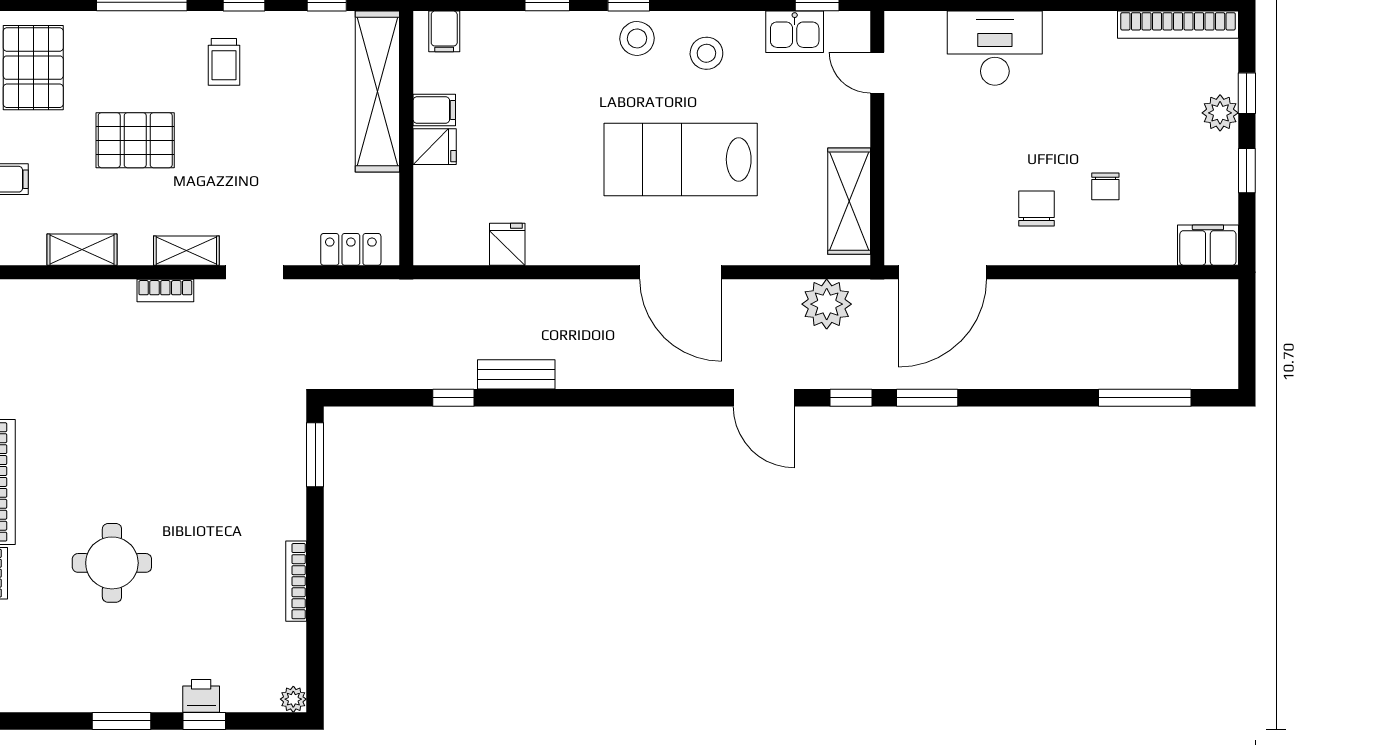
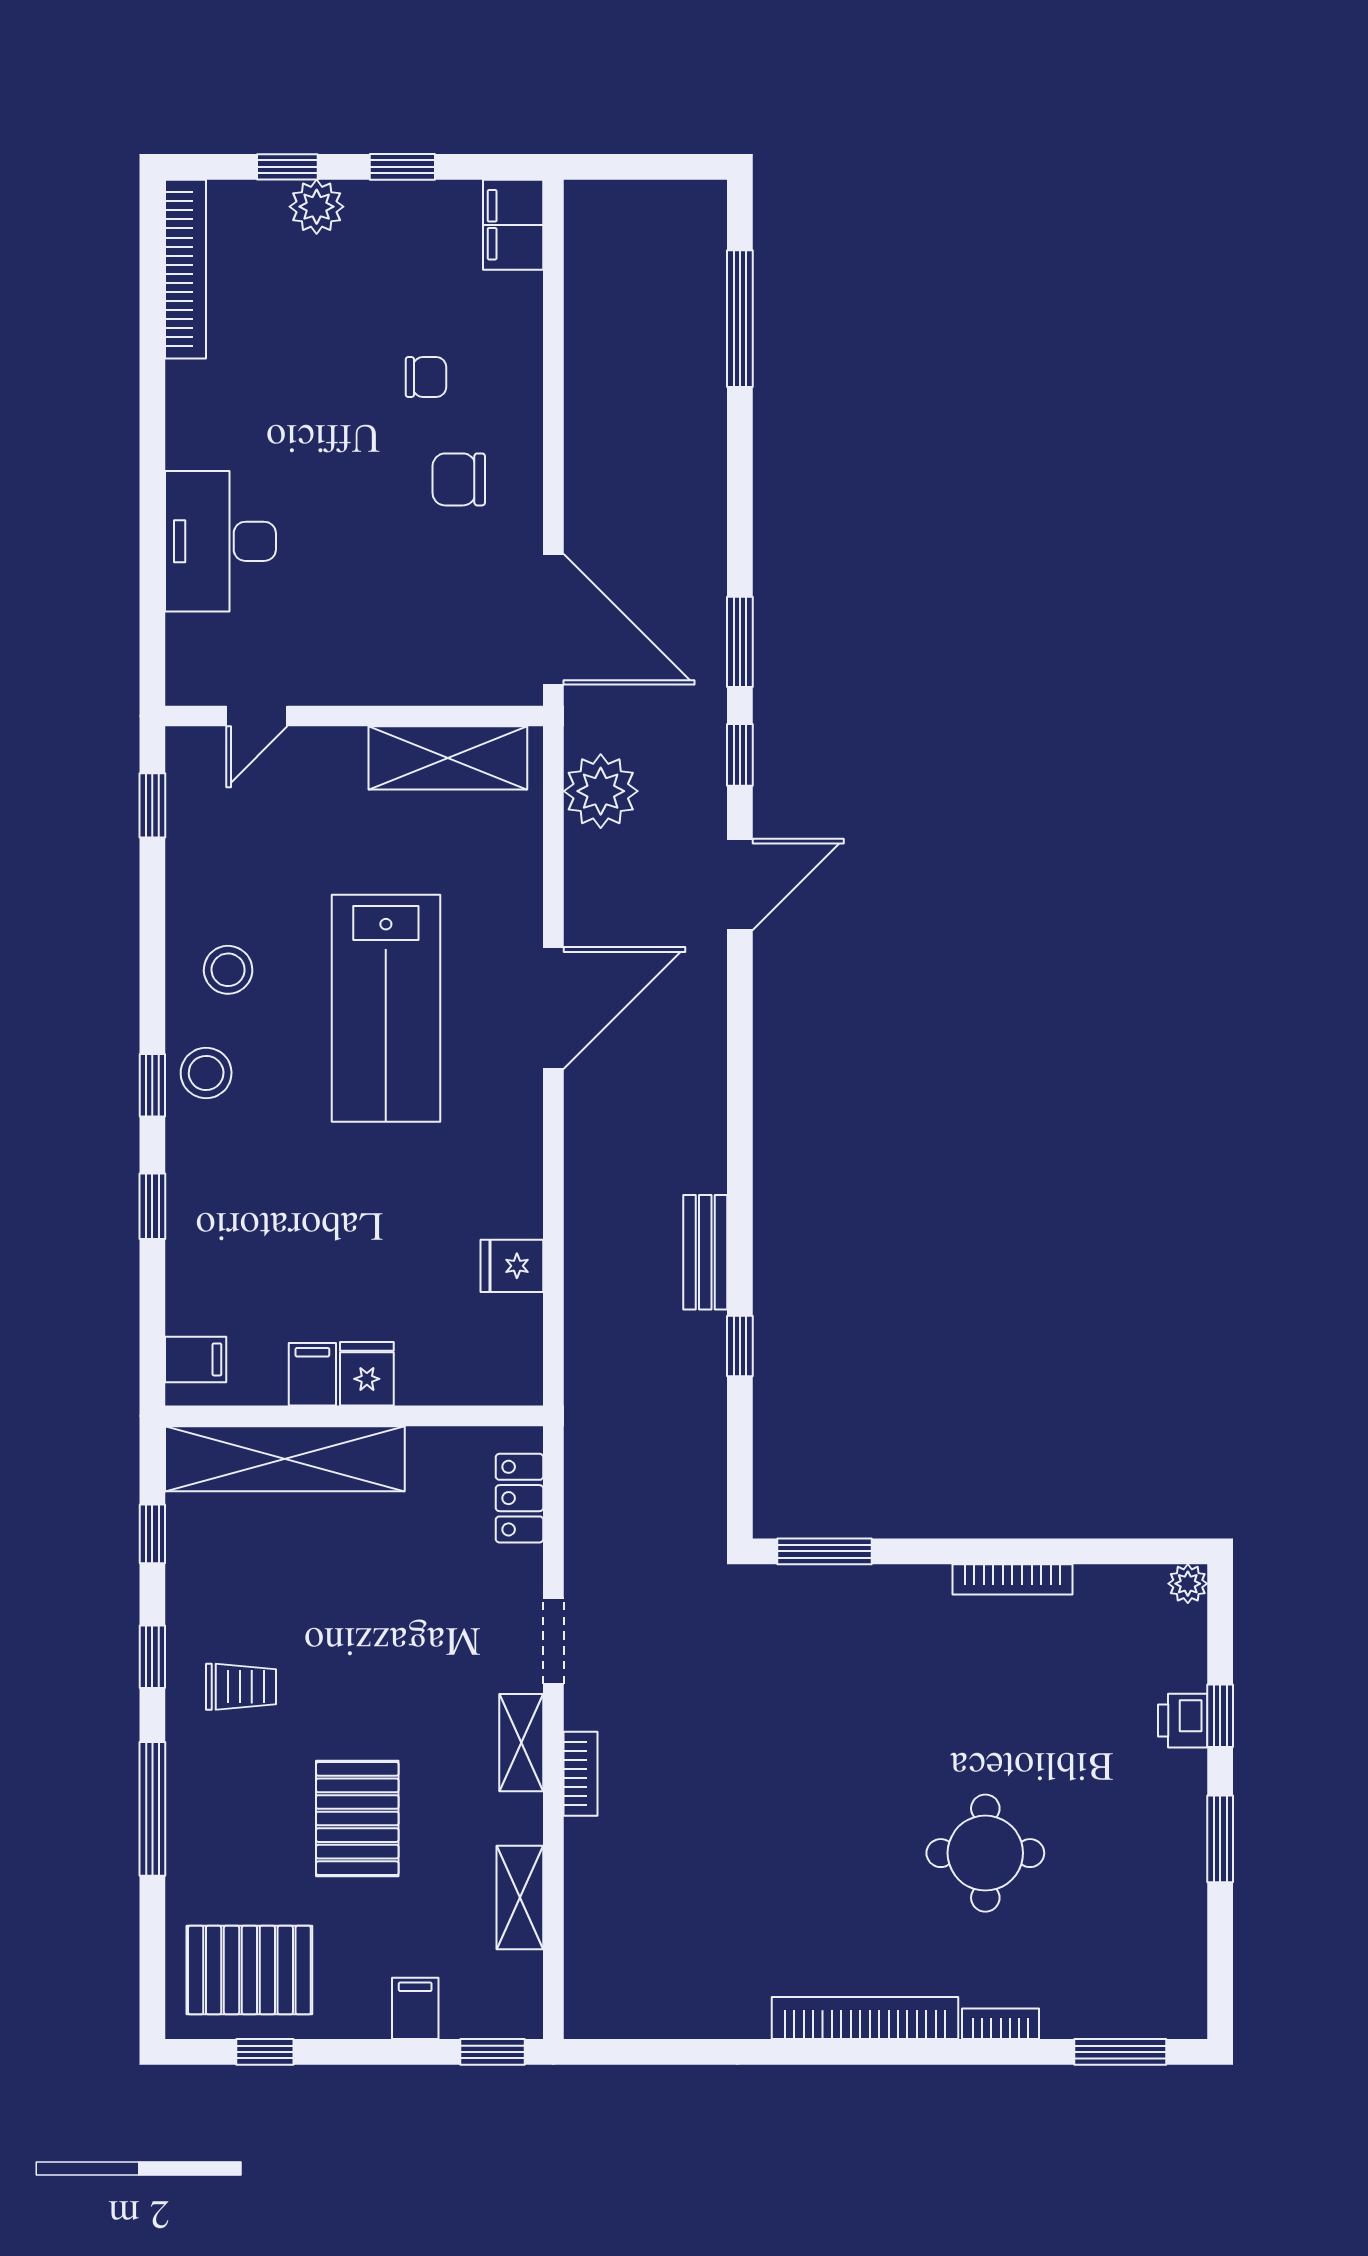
kitchen sink: (795, 32) -> (196, 839), removed

